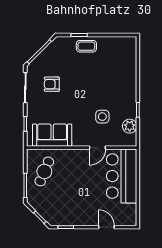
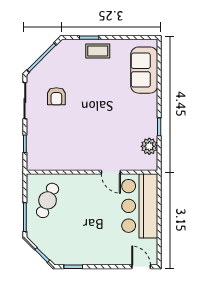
armchair: (52, 84) -> (56, 96), turned -90
side table: (102, 117) -> (117, 135), removed
sofa: (52, 135) -> (144, 70), moved, turned -90
door: (97, 148) -> (111, 172), hinge flipped
door: (106, 227) -> (141, 267), moved

